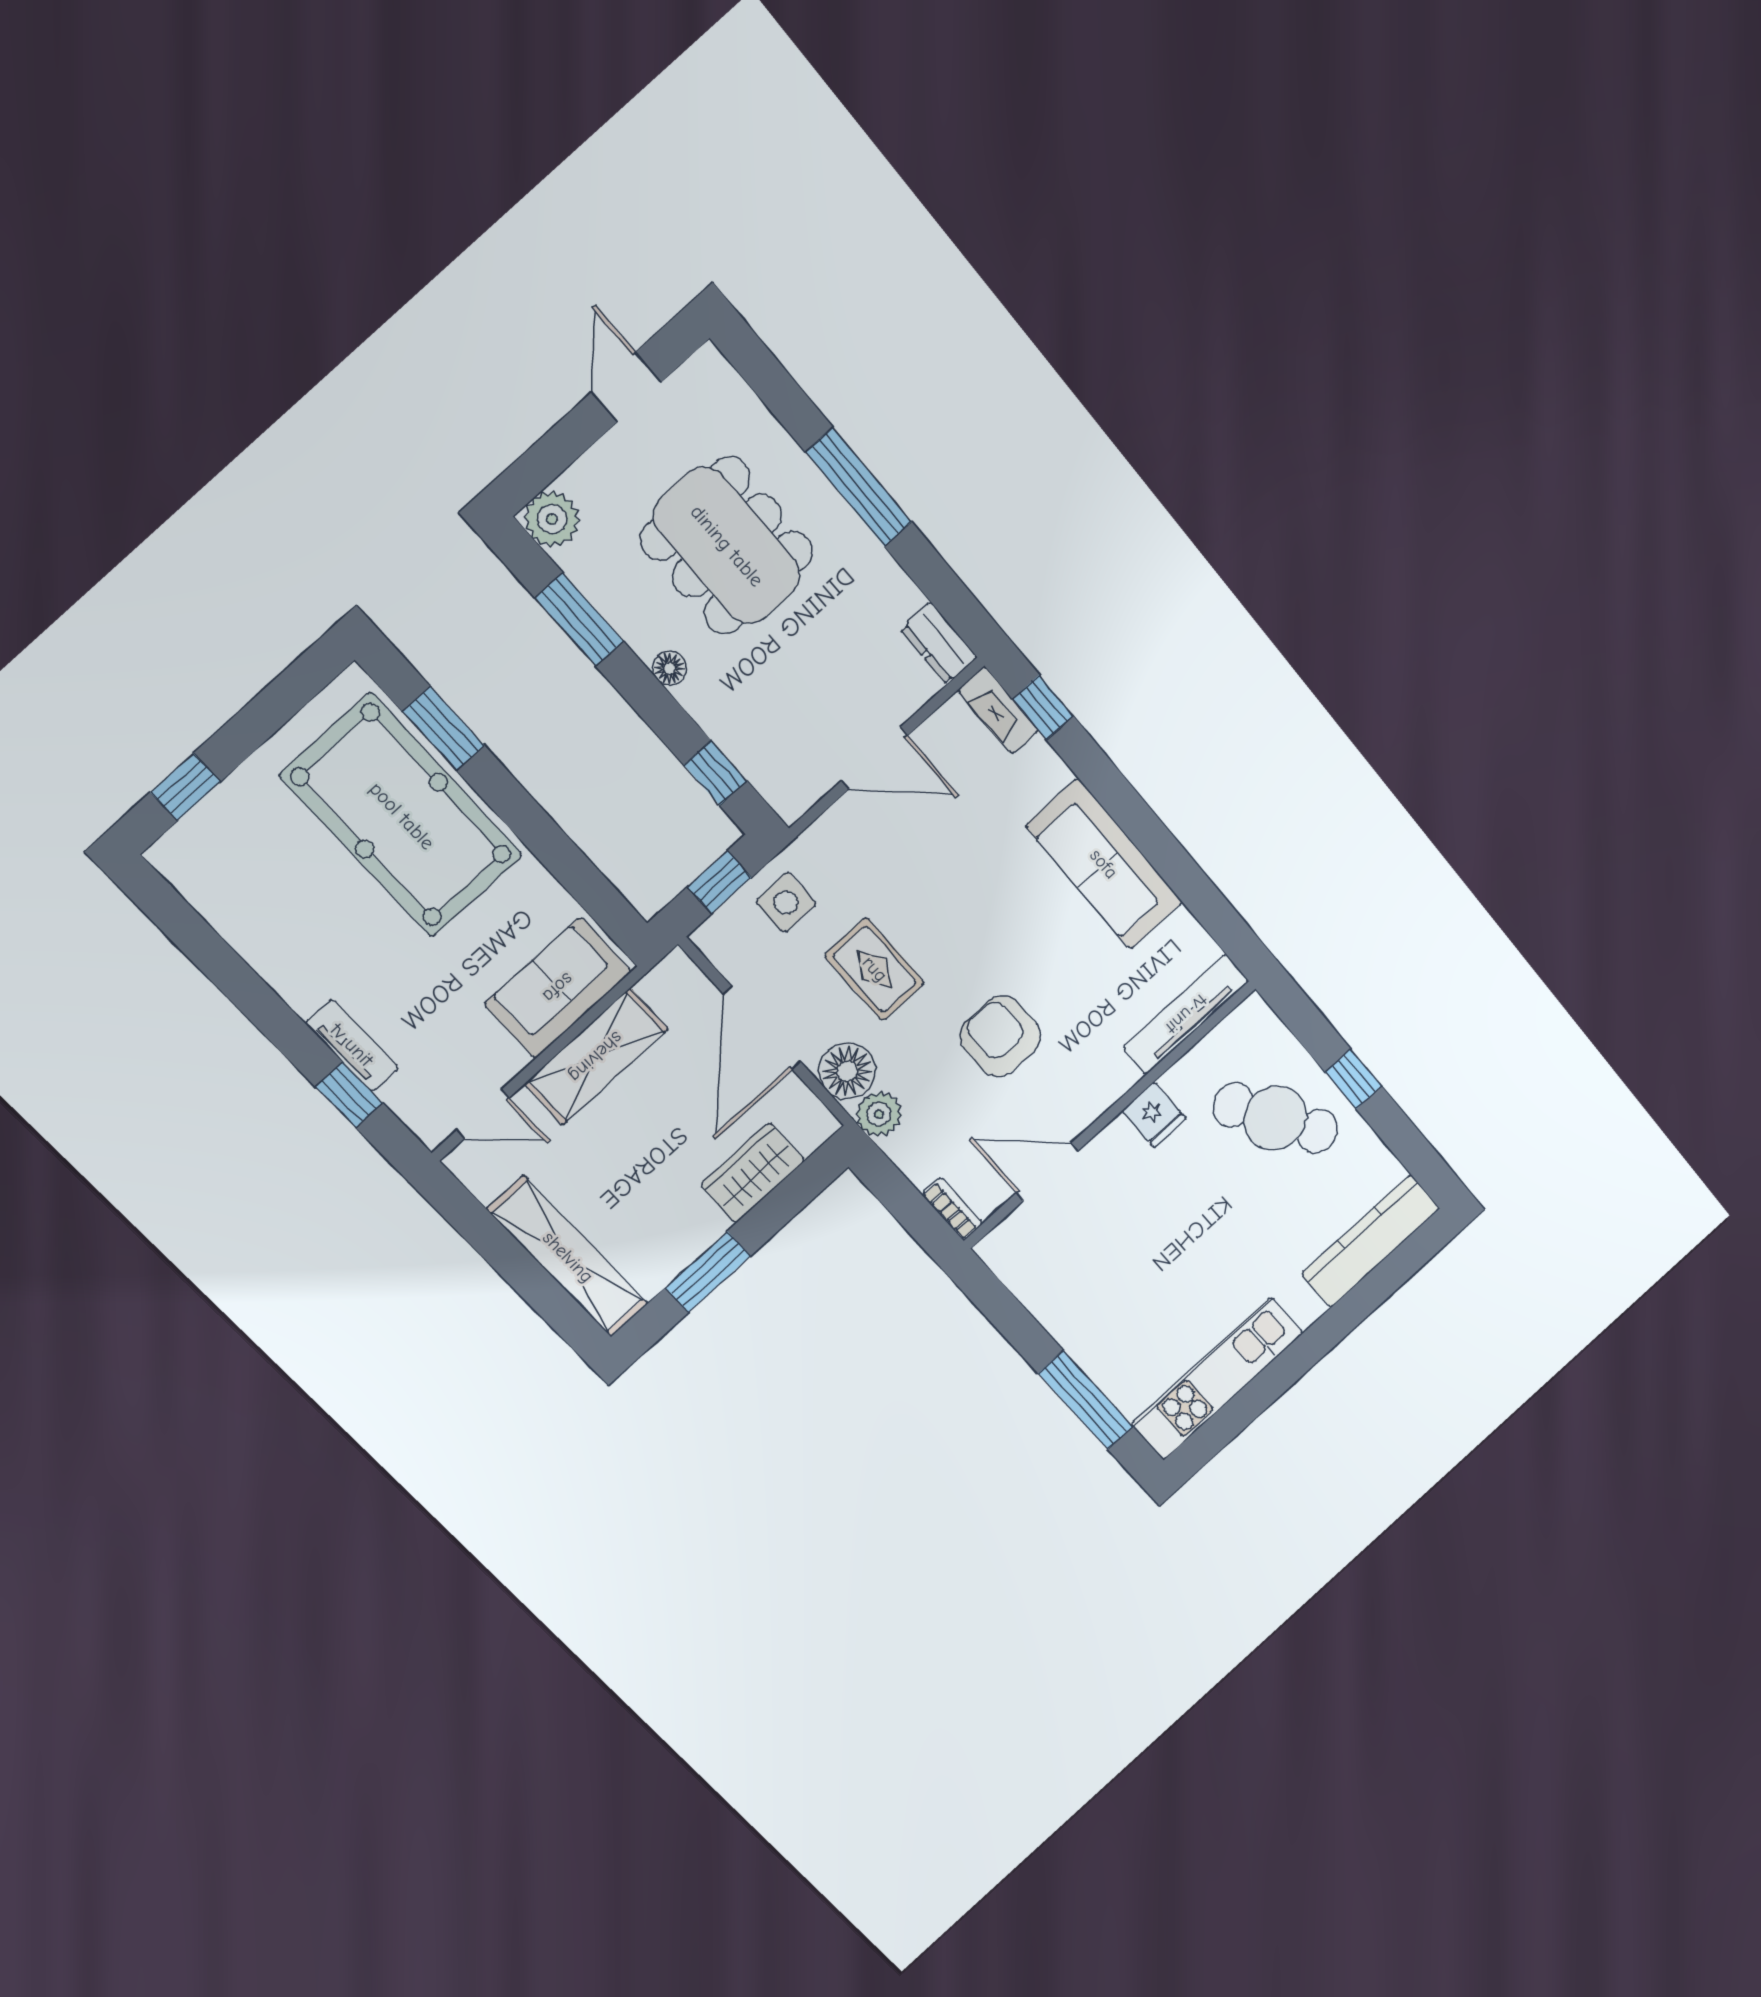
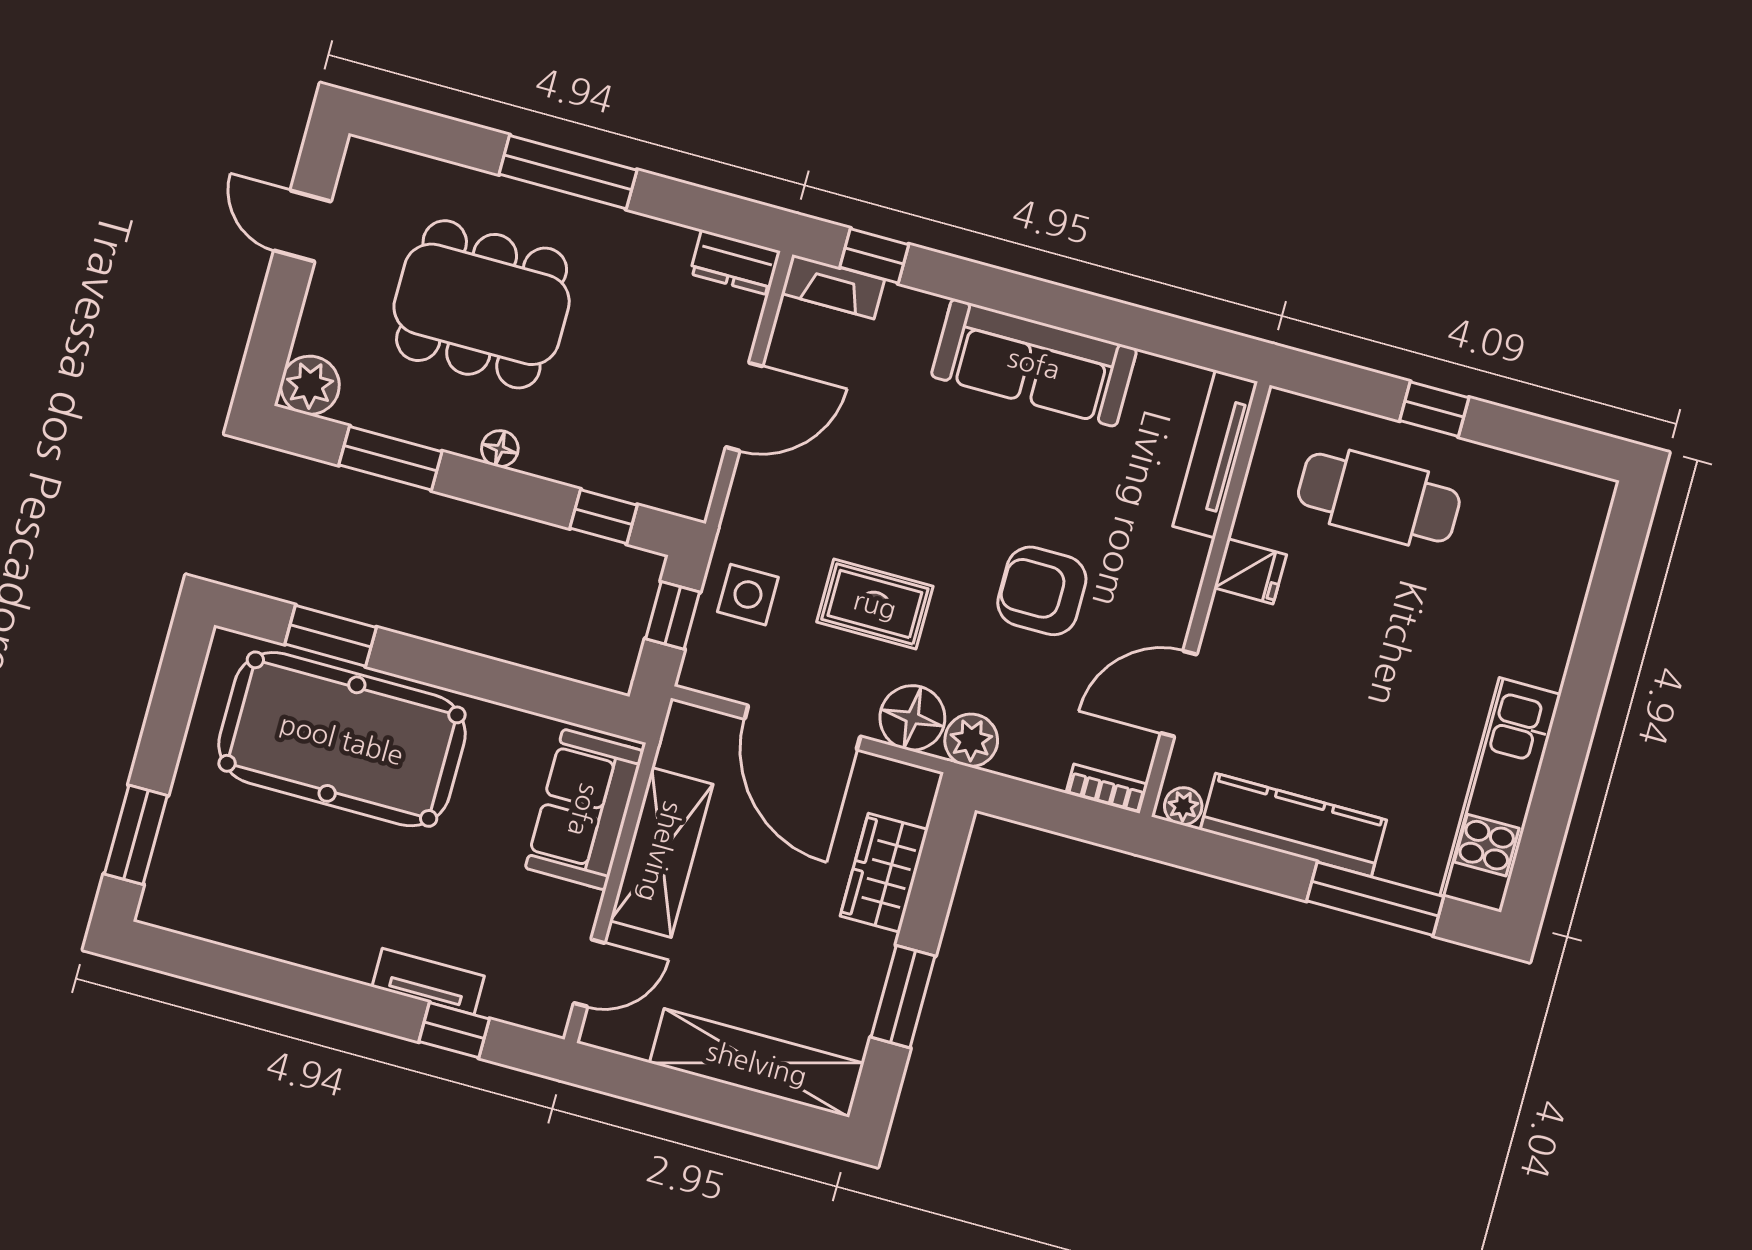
window: (185, 787) -> (136, 835), width x1.50
cafe table: (1275, 1118) -> (1379, 498), turned 30
kitchen counter: (1371, 1241) -> (1293, 825), moved, turned 90
plant: (998, 1255) -> (1183, 806), added

